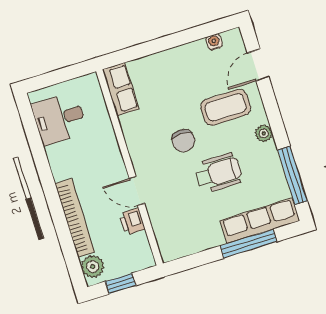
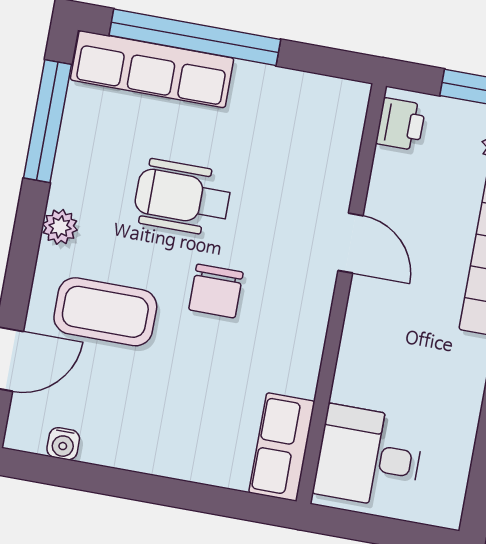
desk: (60, 119) -> (369, 457), moved, turned 180
chair: (183, 141) -> (216, 291), turned 180
printer: (132, 222) -> (401, 124), moved
window: (248, 244) -> (195, 37), width x1.46

